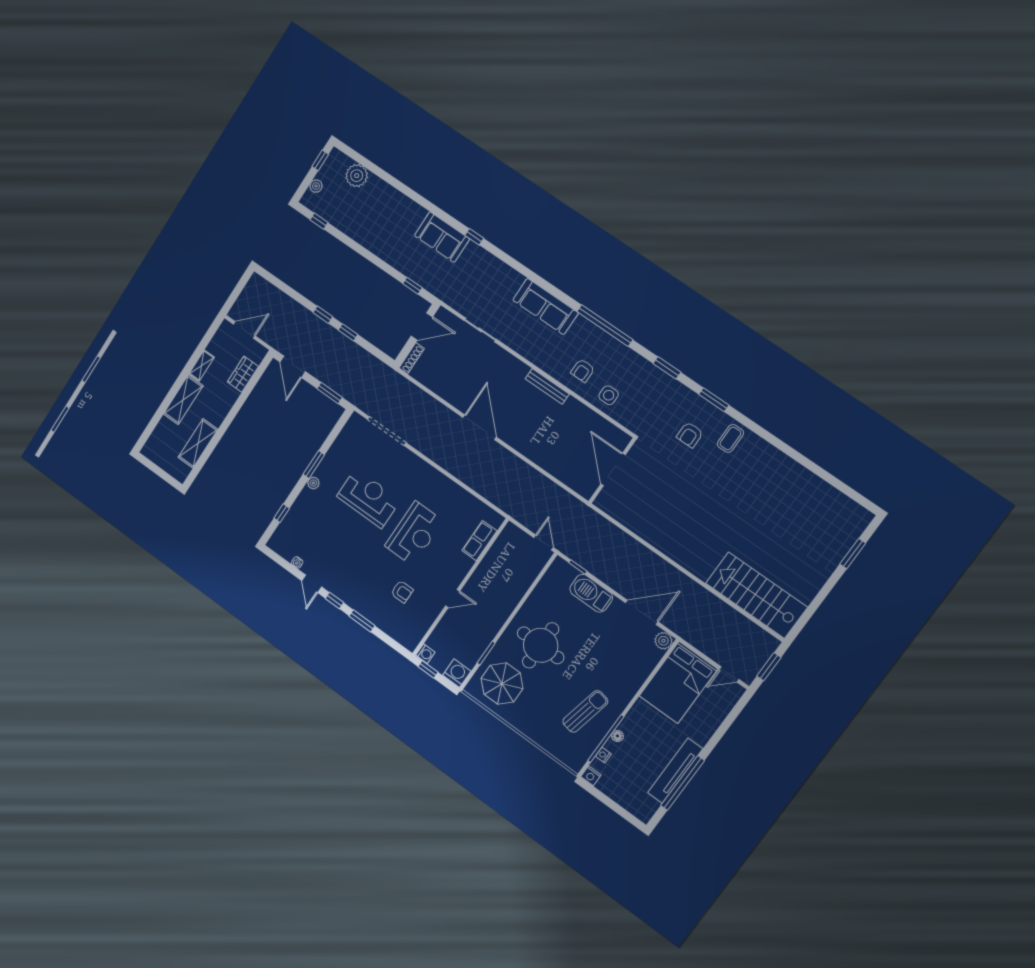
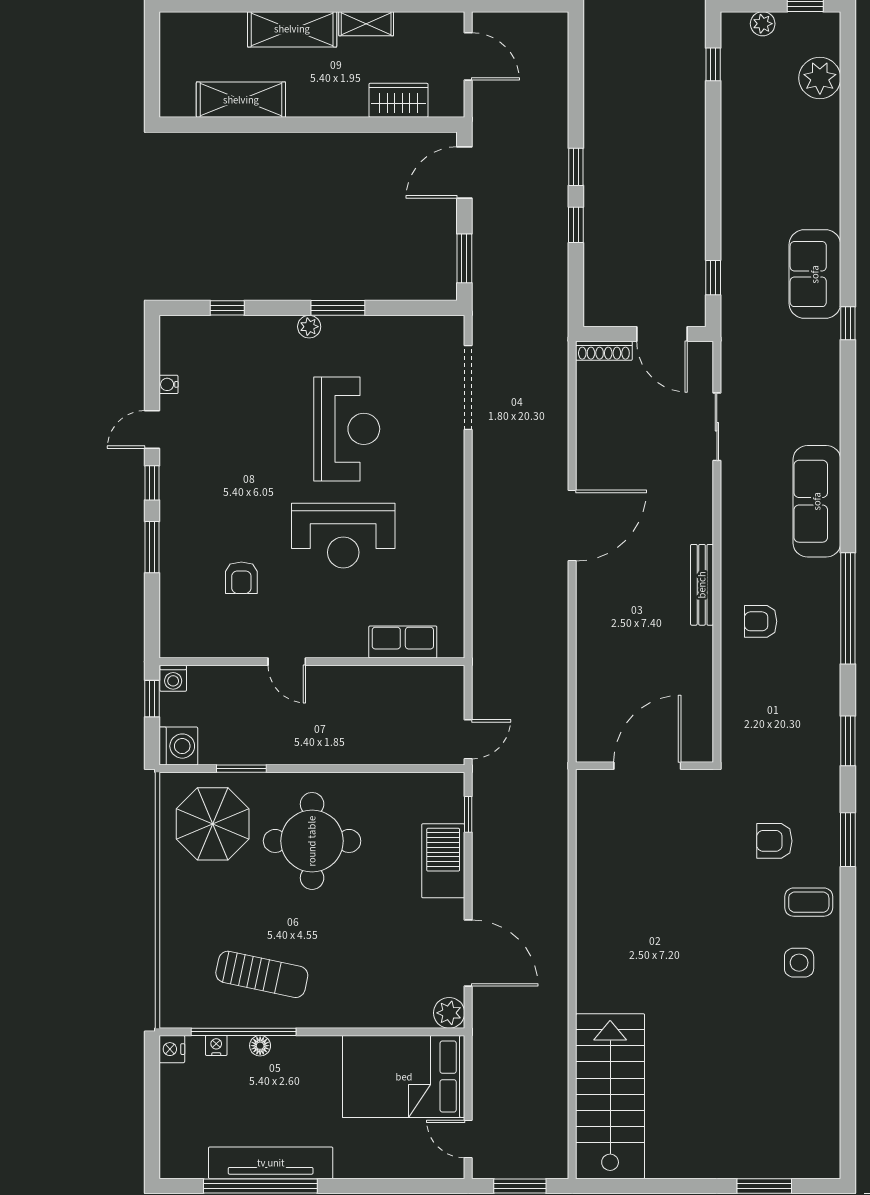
side table: (609, 395) -> (799, 963), moved

